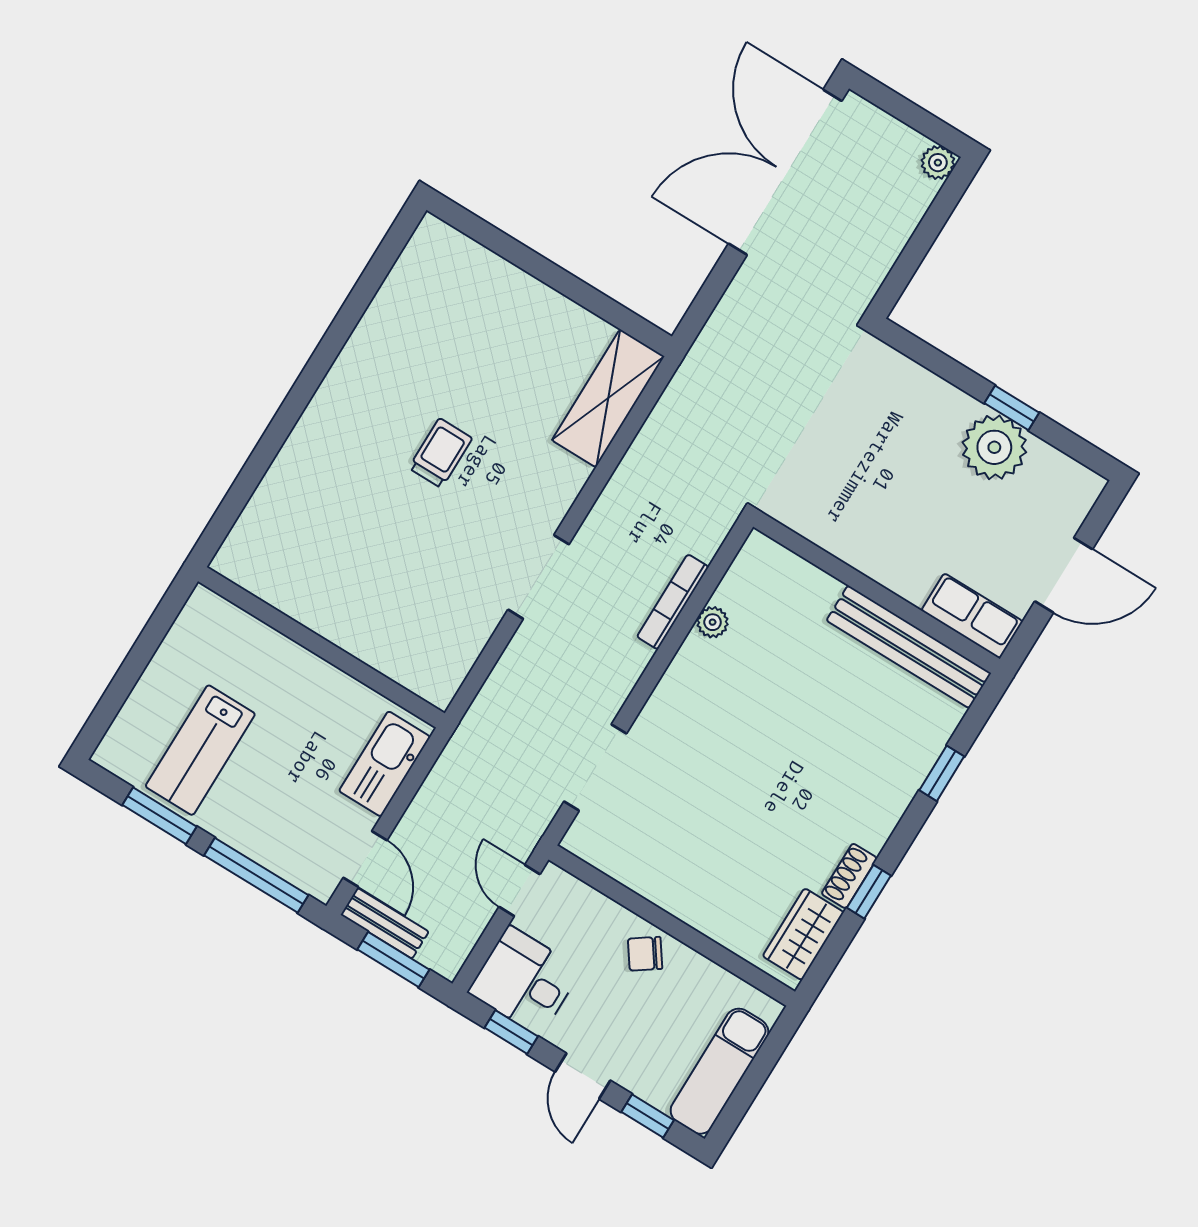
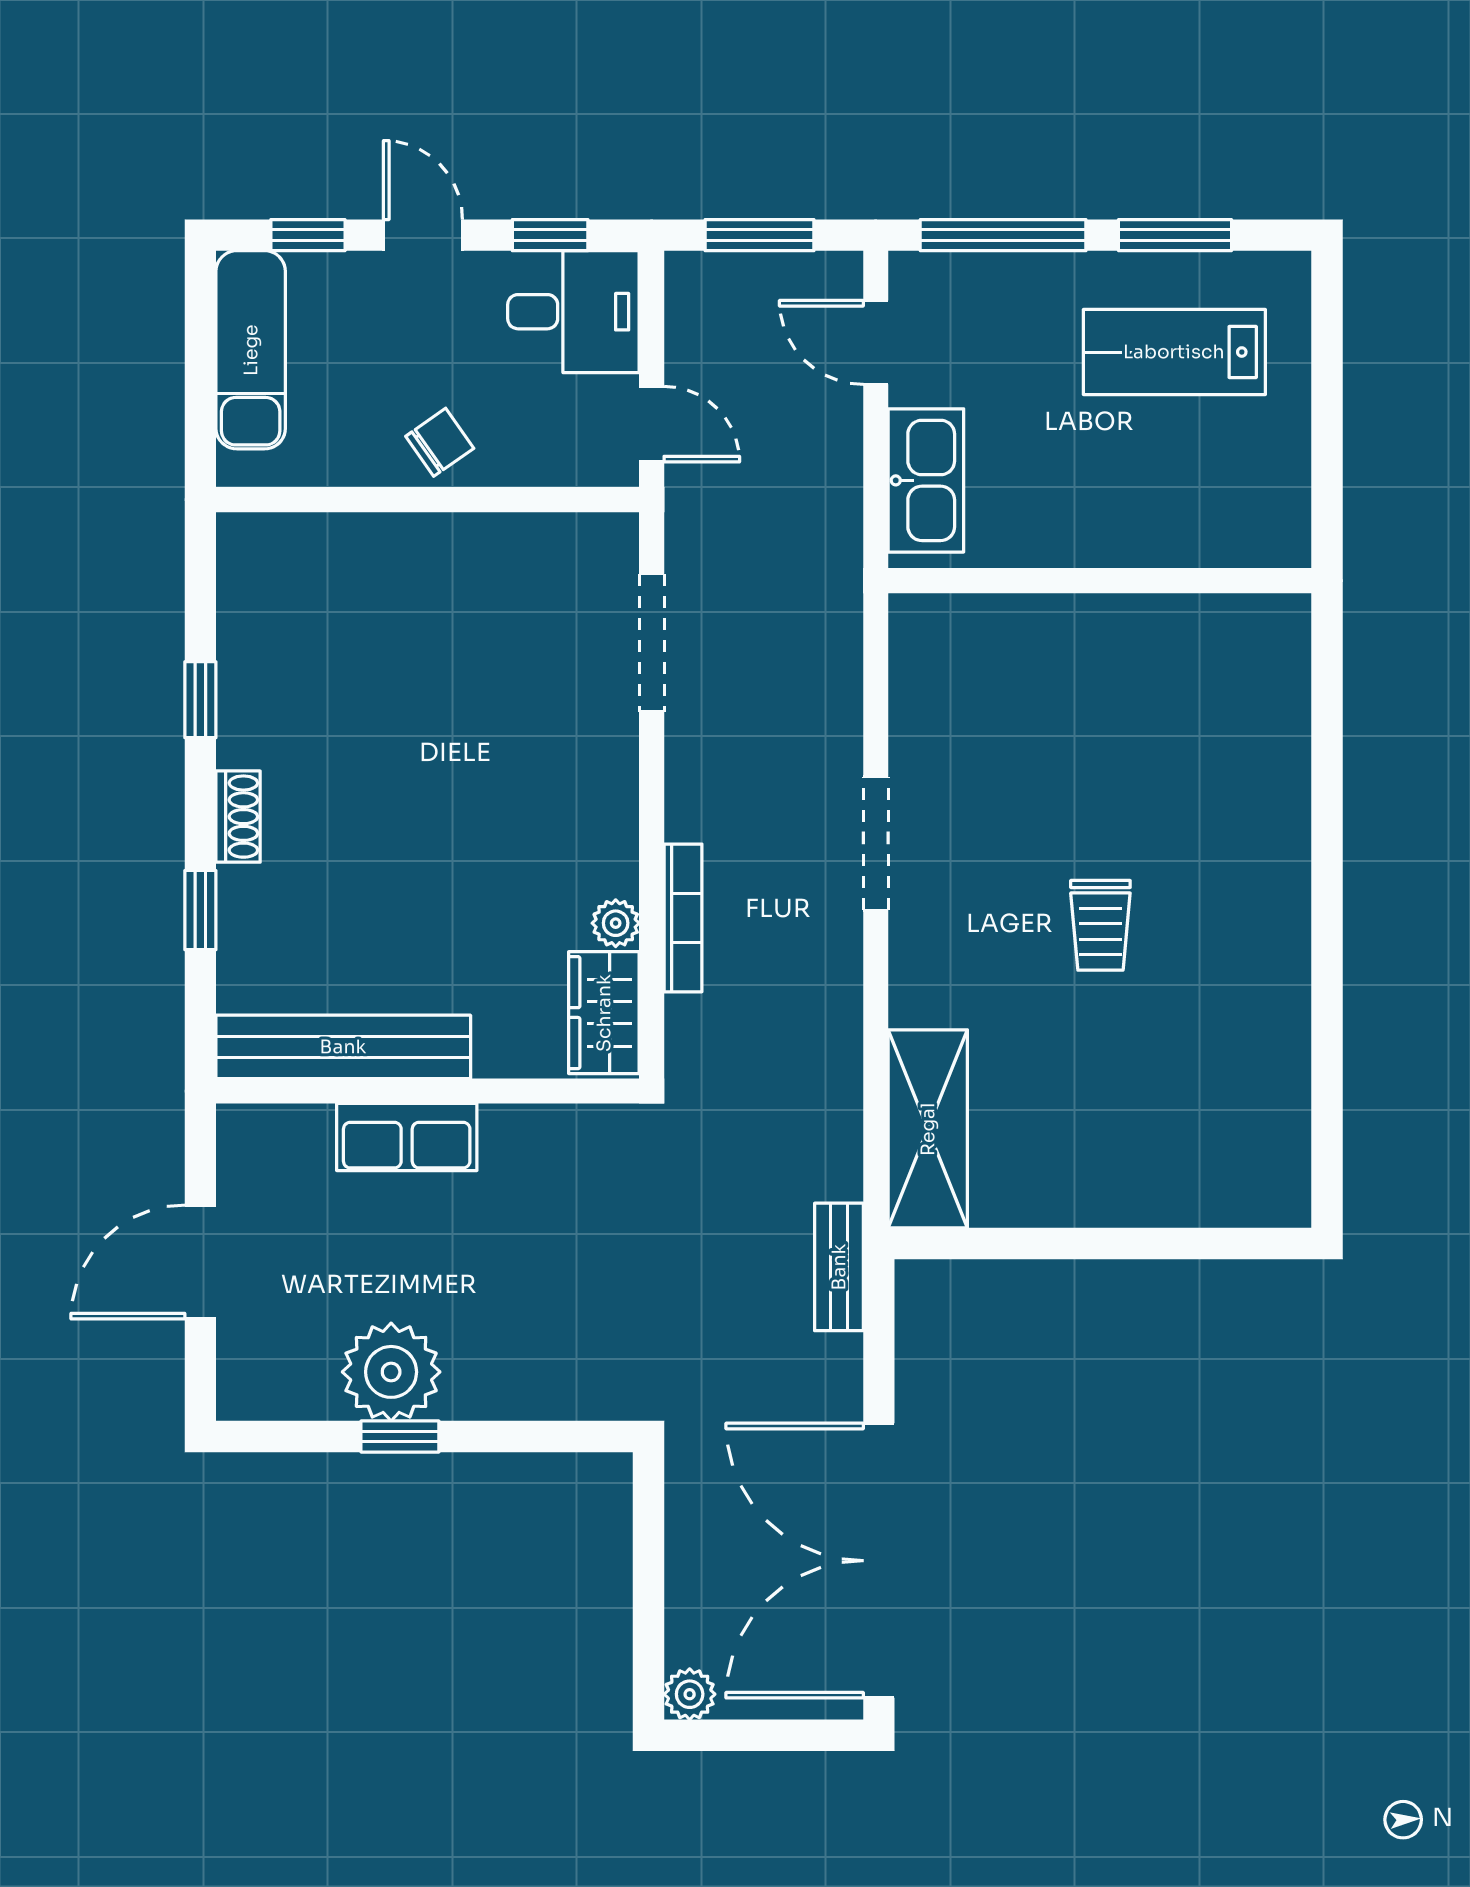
double door: (785, 172) -> (879, 1561), swing flipped
row of seats: (972, 616) -> (407, 1137), moved
lab bench: (200, 750) -> (1174, 352), turned -90
shoe rack: (849, 876) -> (238, 817), moved
bench: (385, 923) -> (839, 1267), moved, turned 90
wardrobe: (803, 934) -> (604, 1013), moved, turned 180

